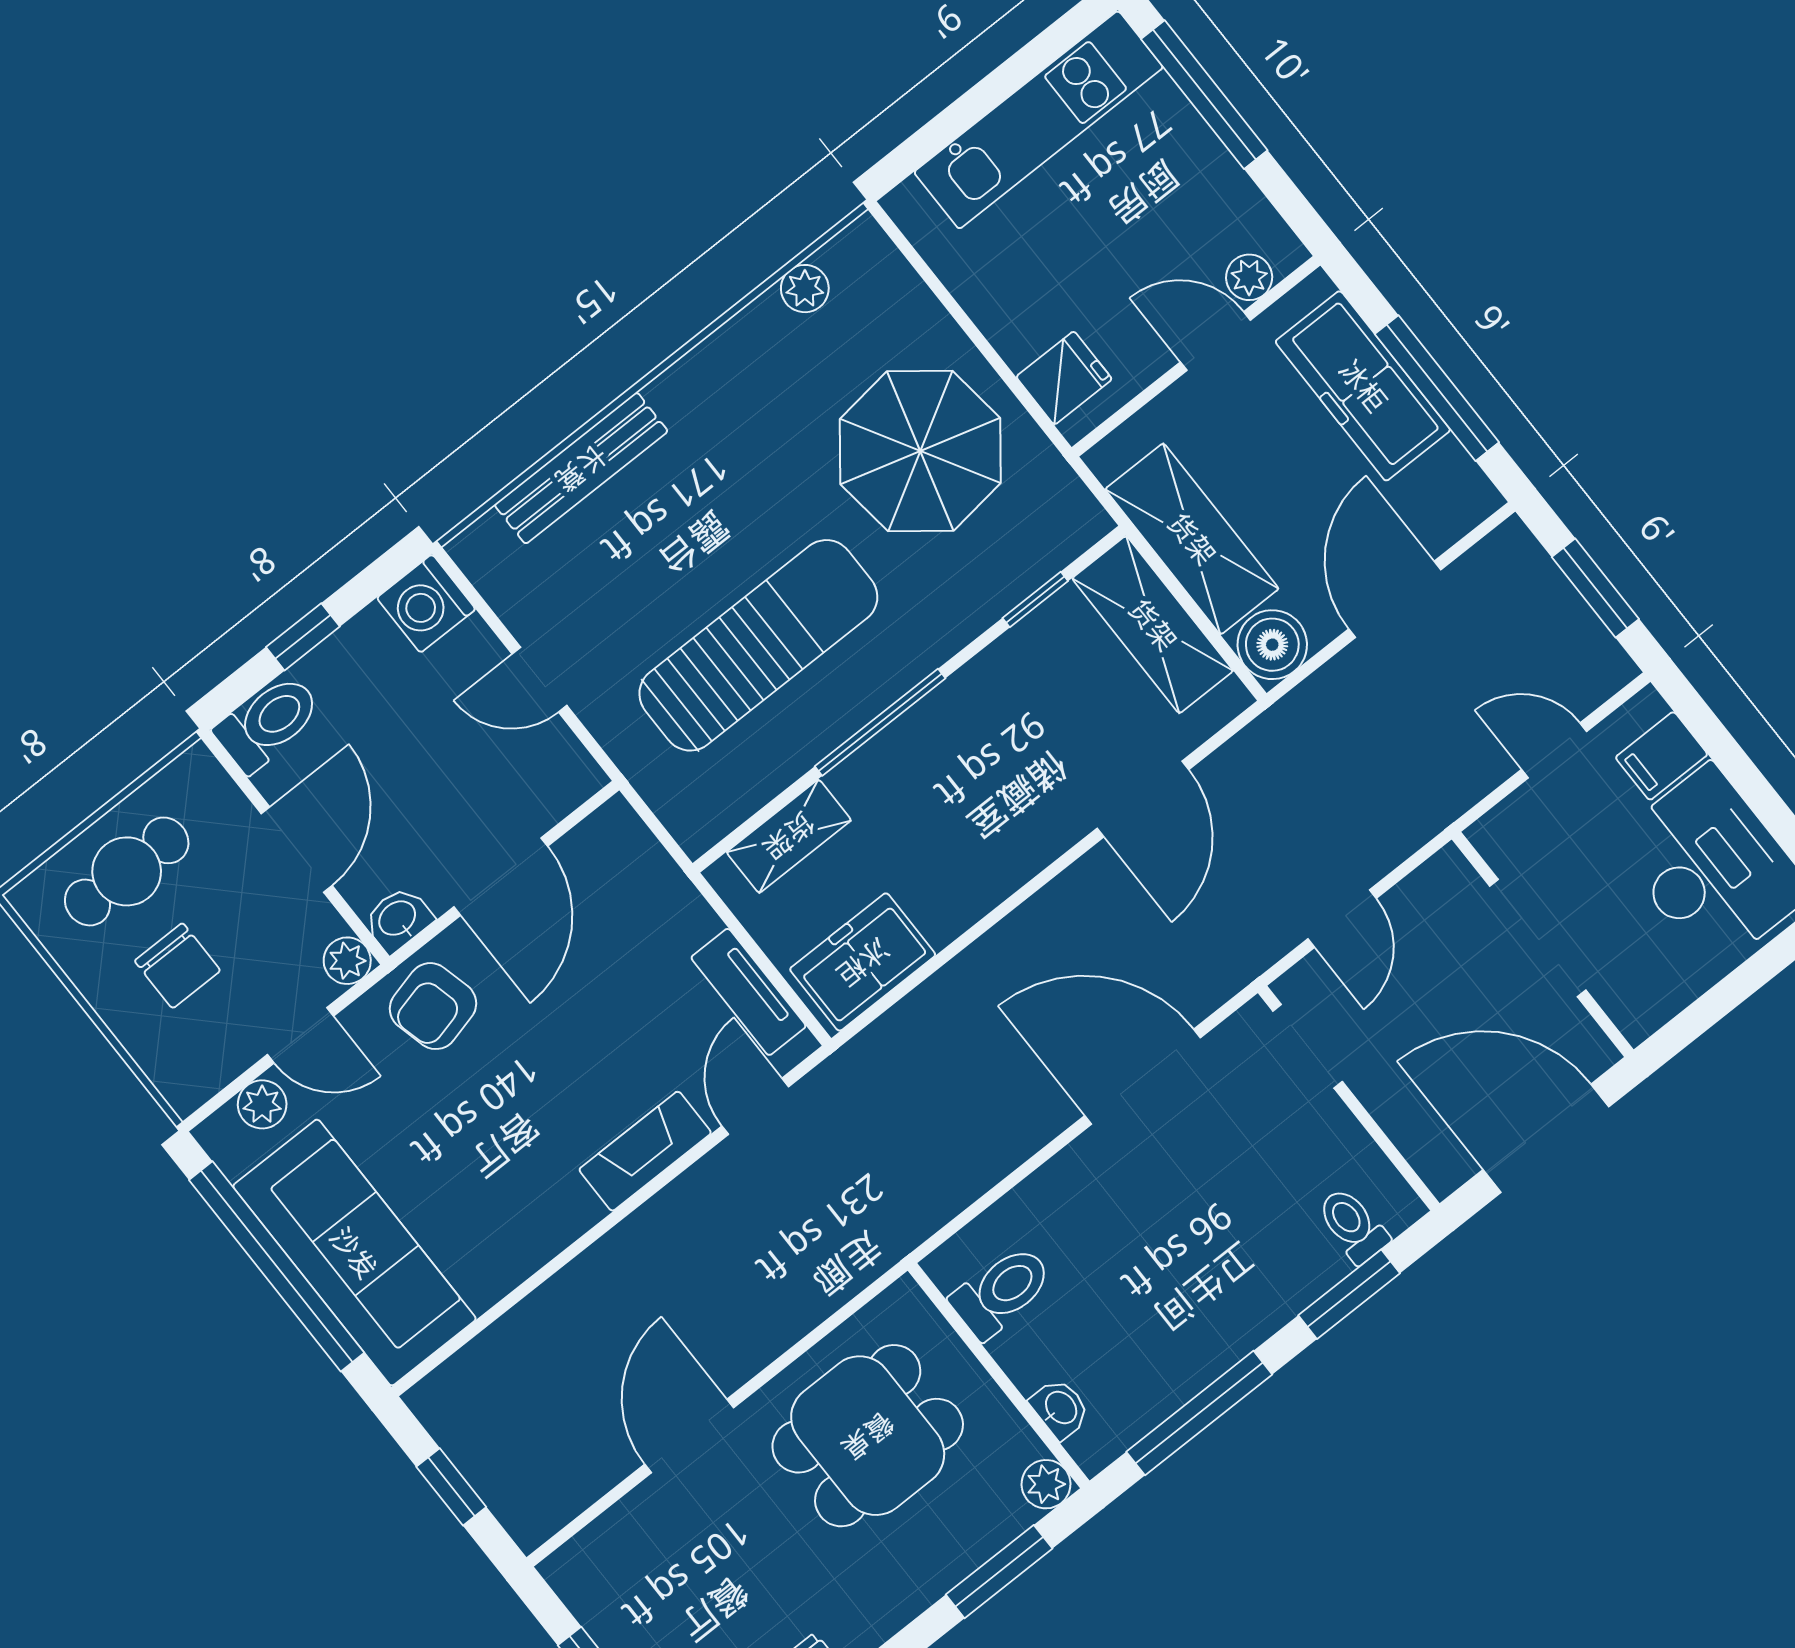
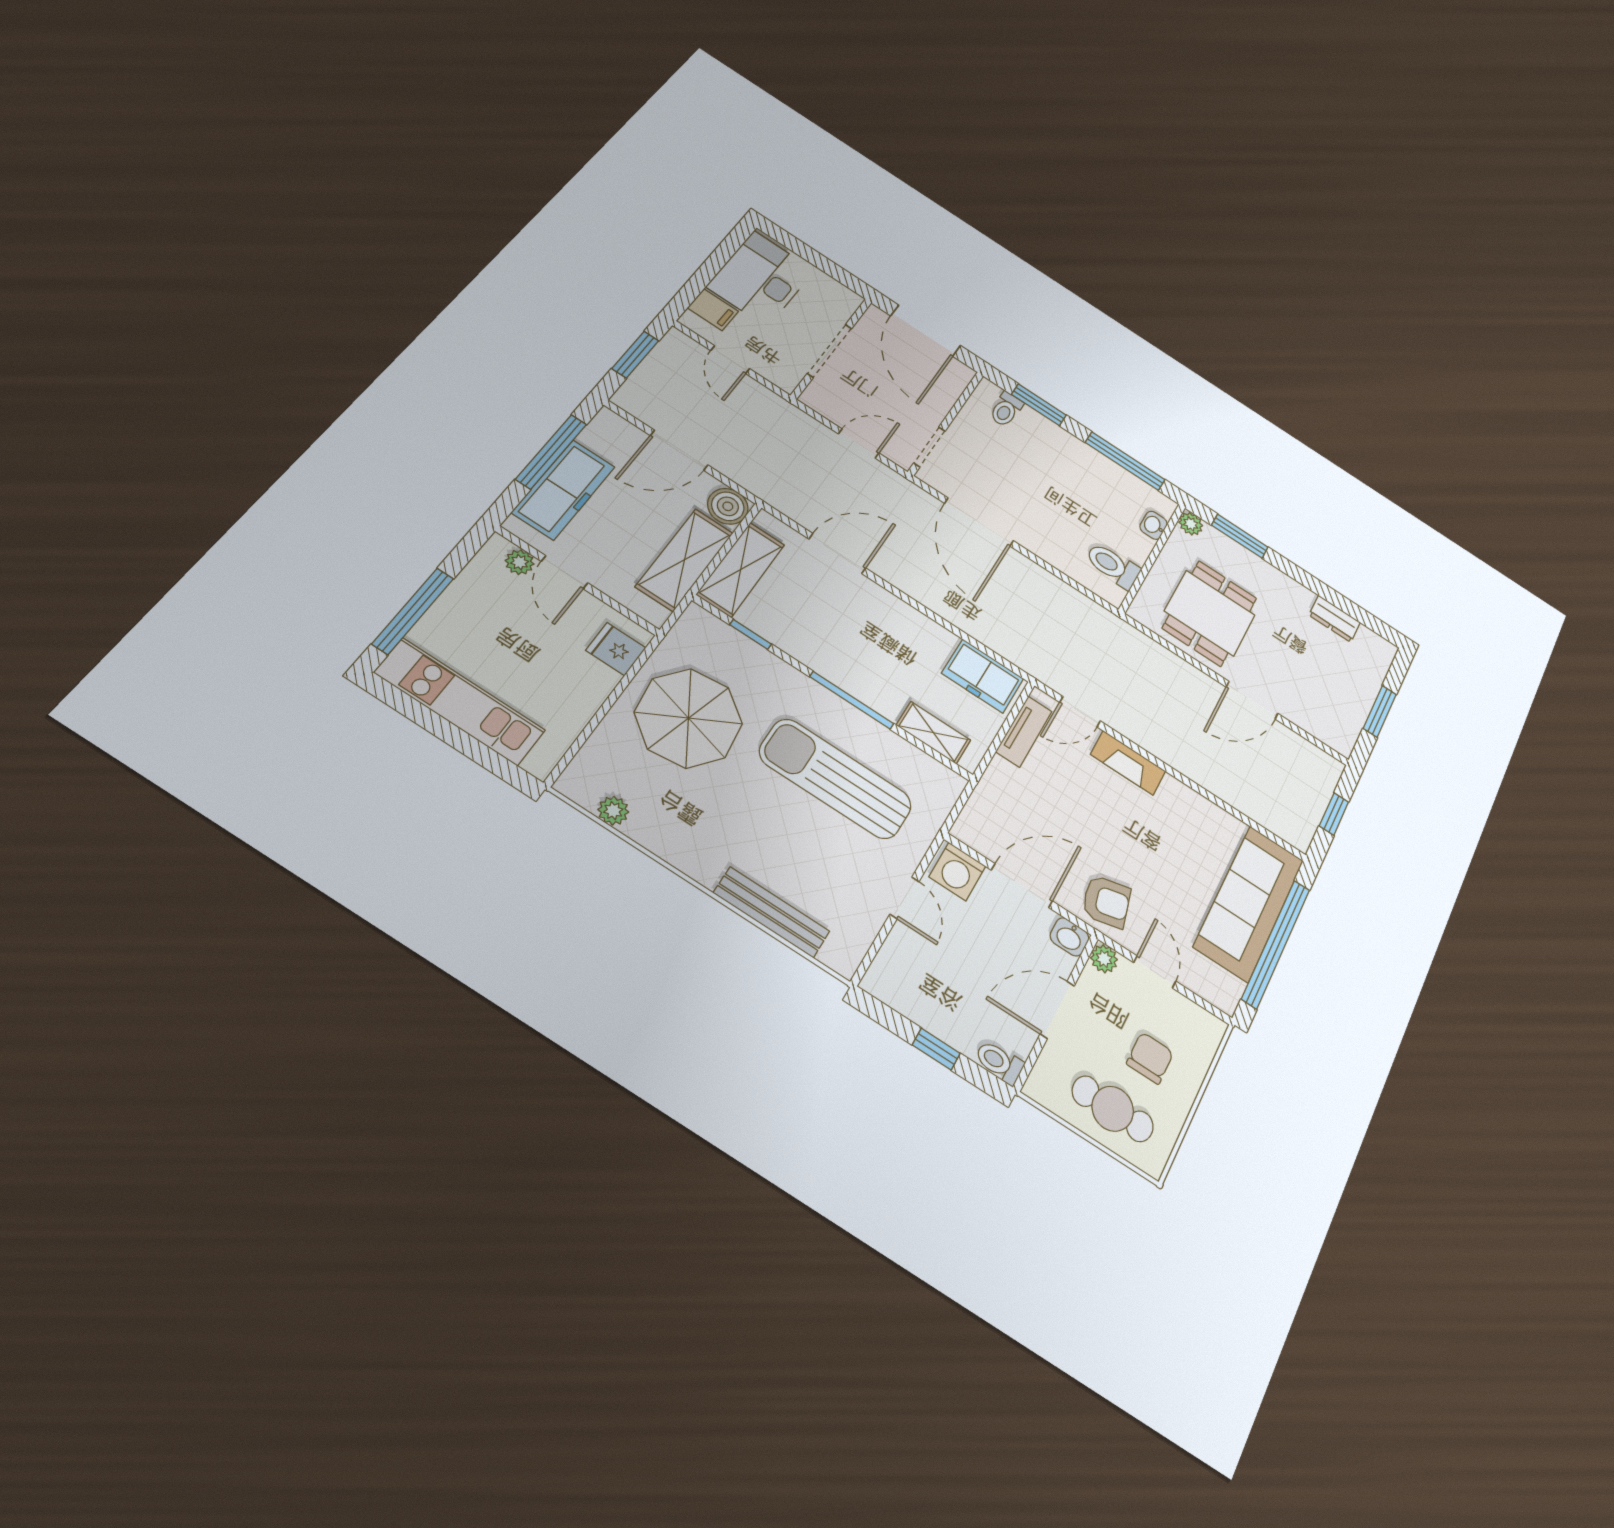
washing machine: (426, 604) -> (957, 871), moved, turned 90
toilet: (268, 723) -> (999, 1062), width x0.73, depth x0.72
plant: (262, 1104) -> (1200, 981), removed
dining table: (868, 1436) -> (1210, 613), turned 90

